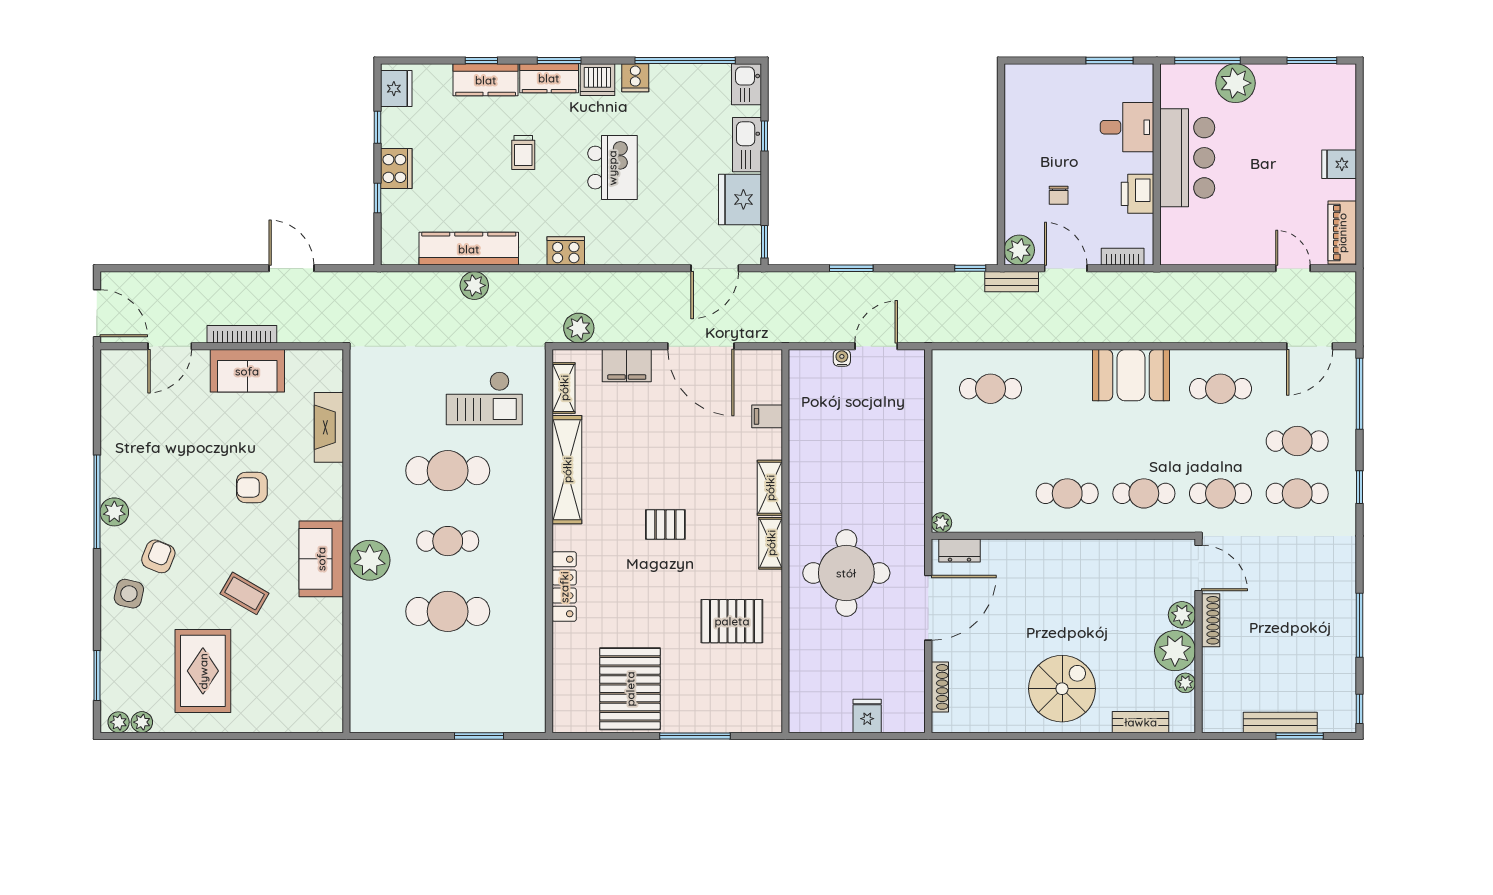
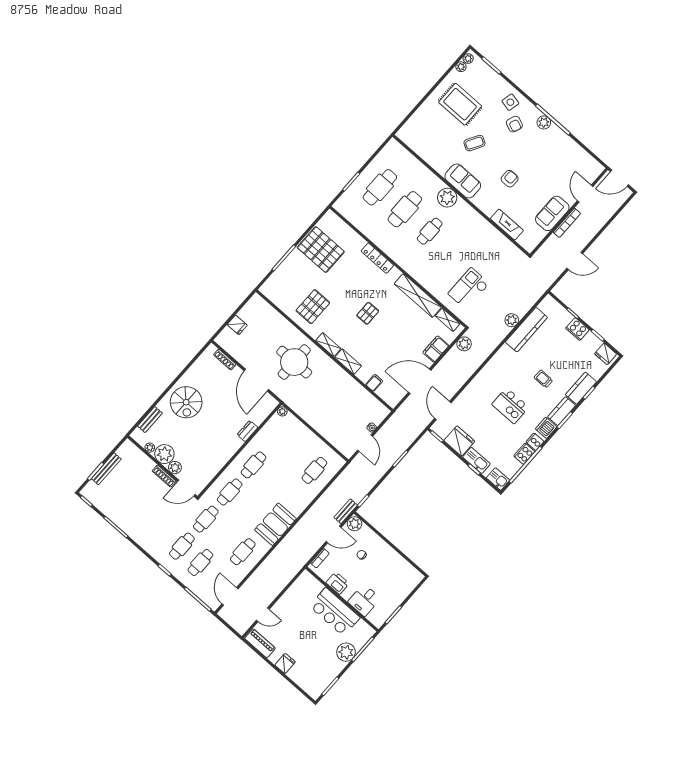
cooker: (566, 251) -> (524, 454), moved, turned 180
cafe table: (448, 471) -> (380, 187), moved
dresser: (959, 551) -> (247, 431), moved

